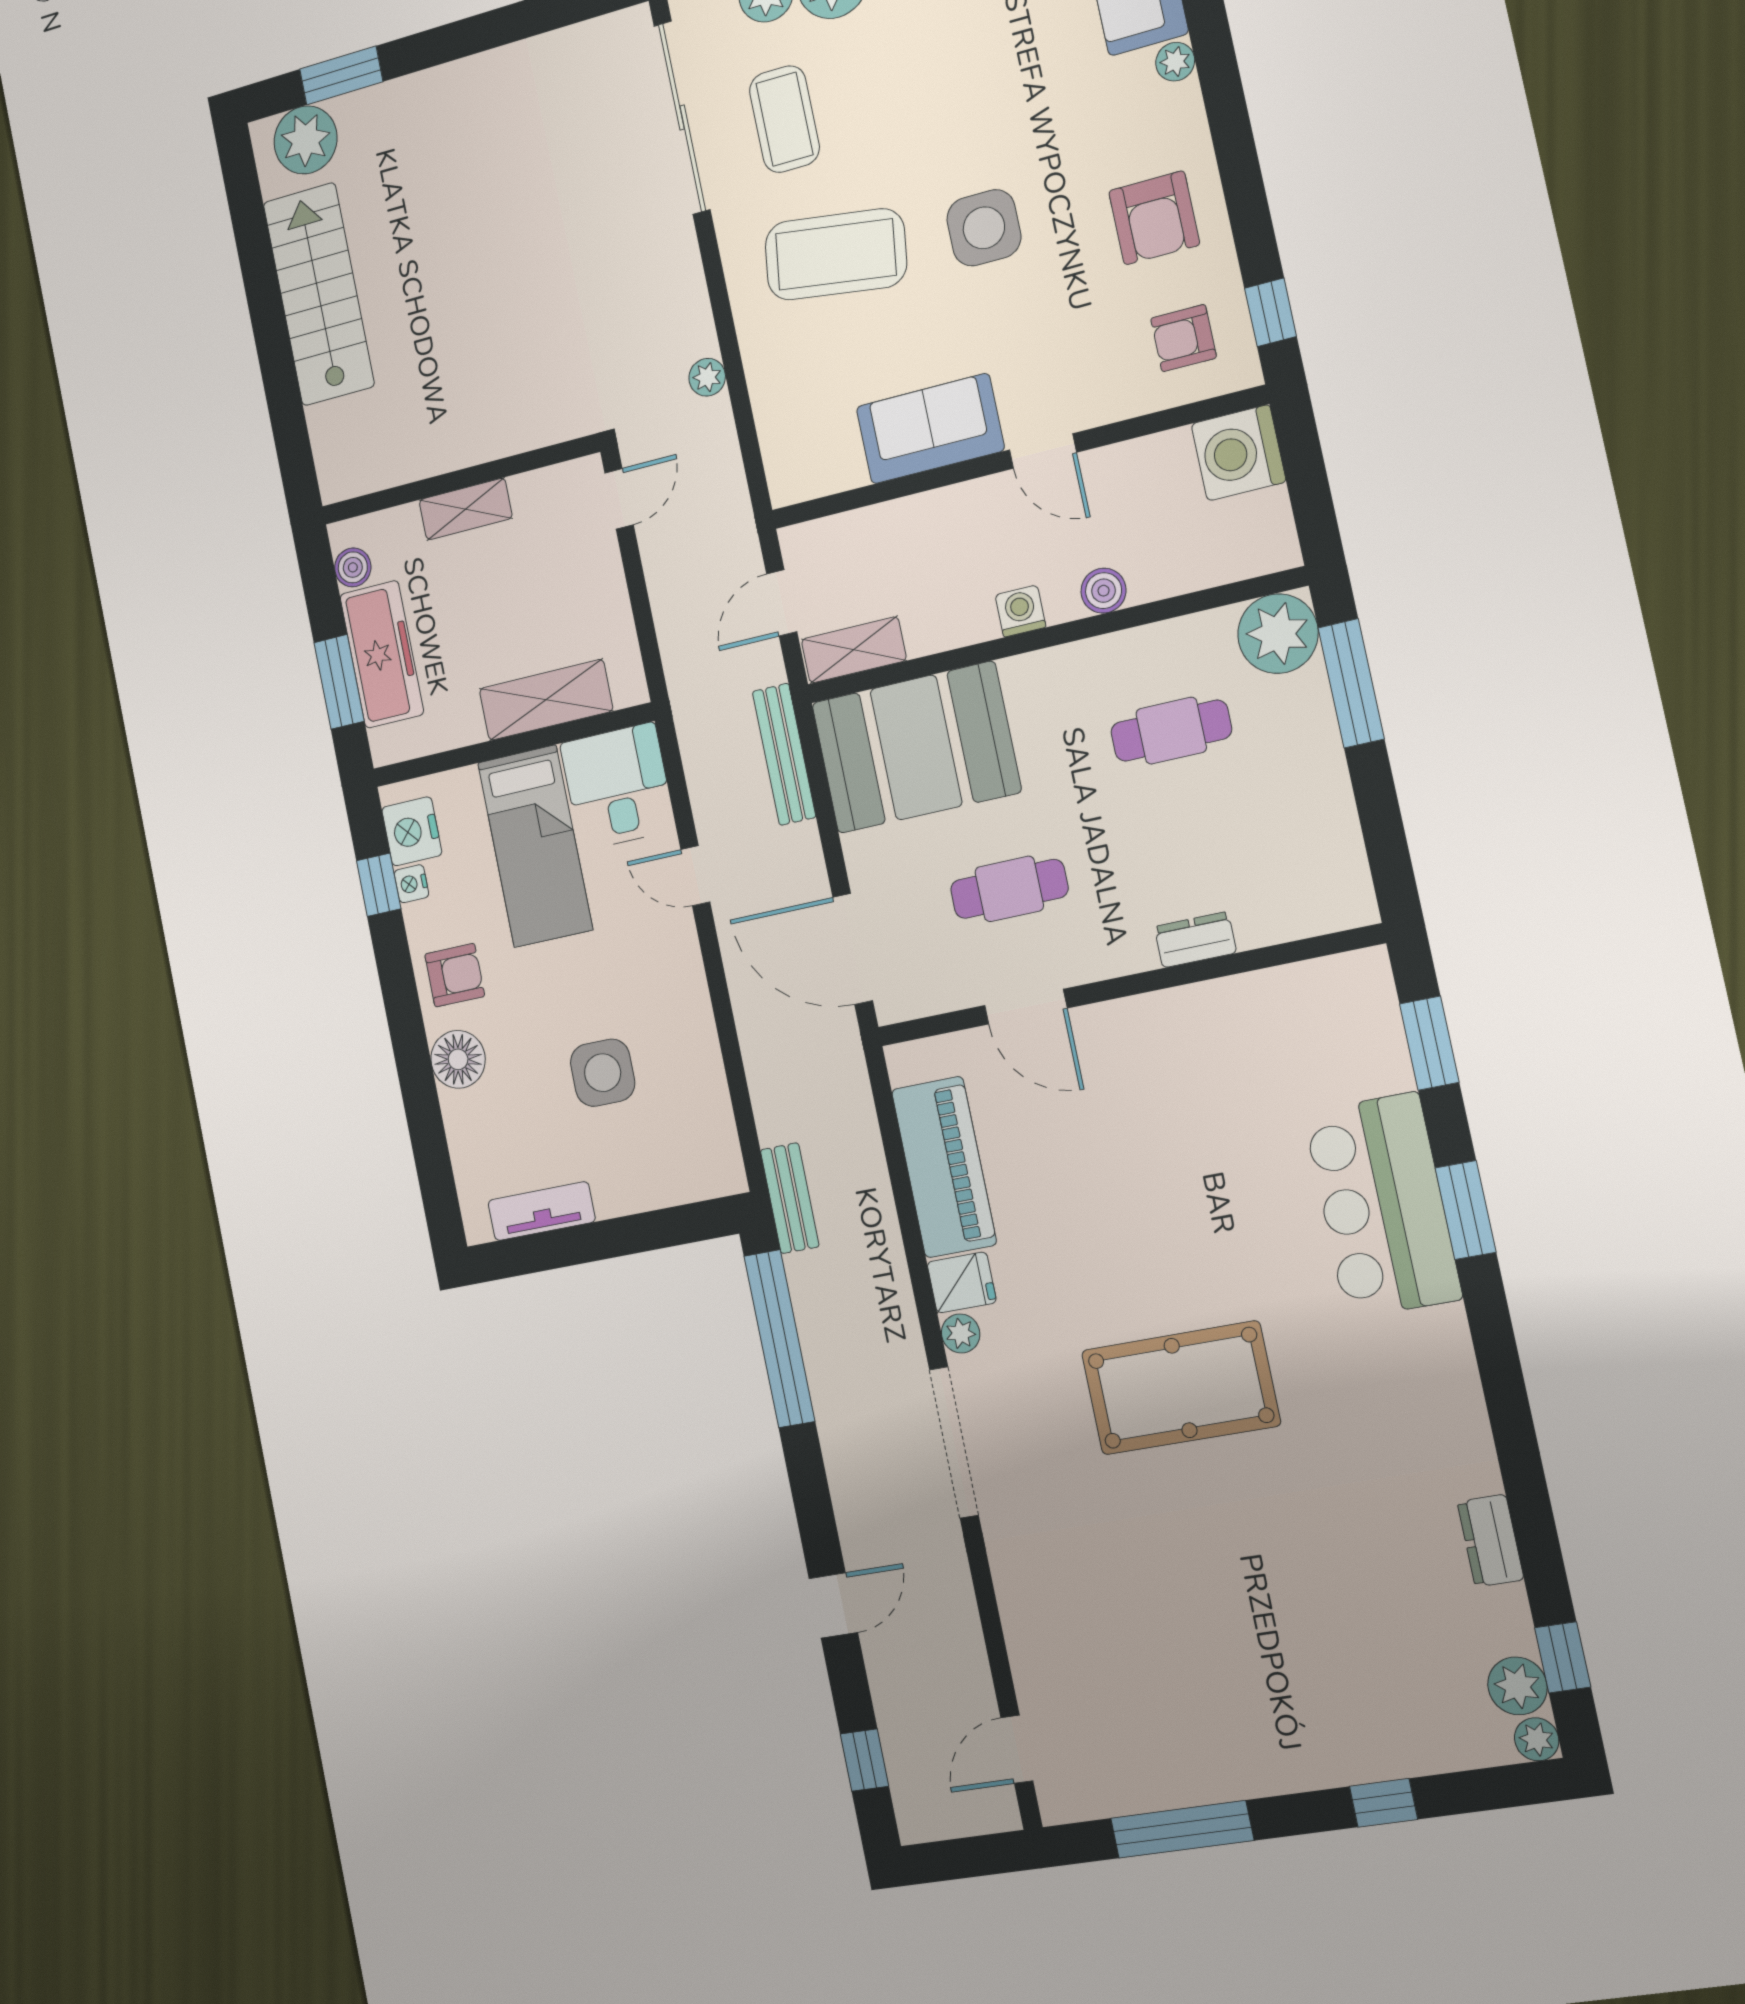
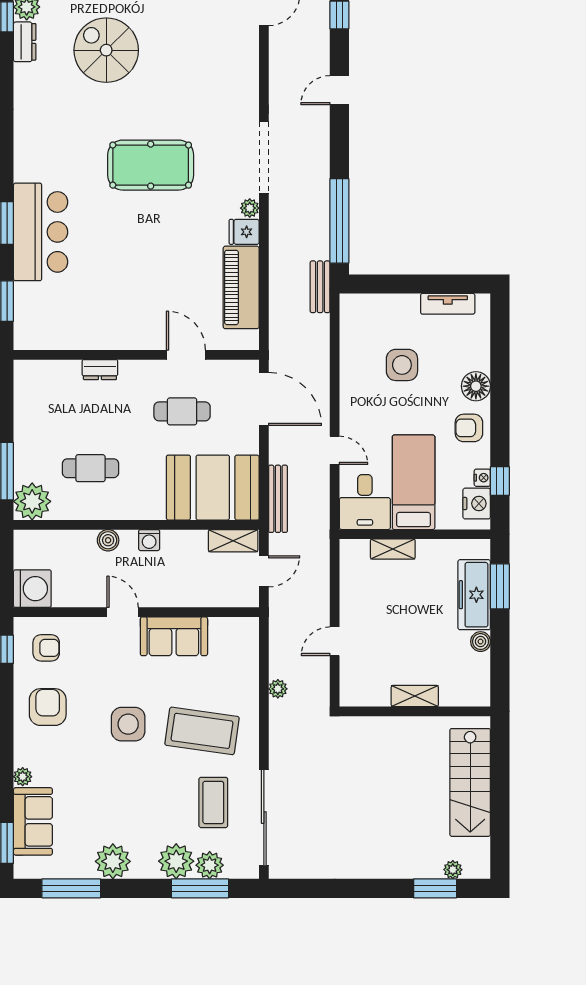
plant: (305, 140) -> (453, 870), width x0.53, depth x0.53
wall: (460, 479) -> (415, 711), moved
shelving: (466, 509) -> (415, 696), moved
shelving: (546, 700) -> (393, 549), width x0.67, depth x0.75
dresser: (1491, 1541) -> (25, 42), moved
spiral stairs: (1326, 1617) -> (106, 50), added

